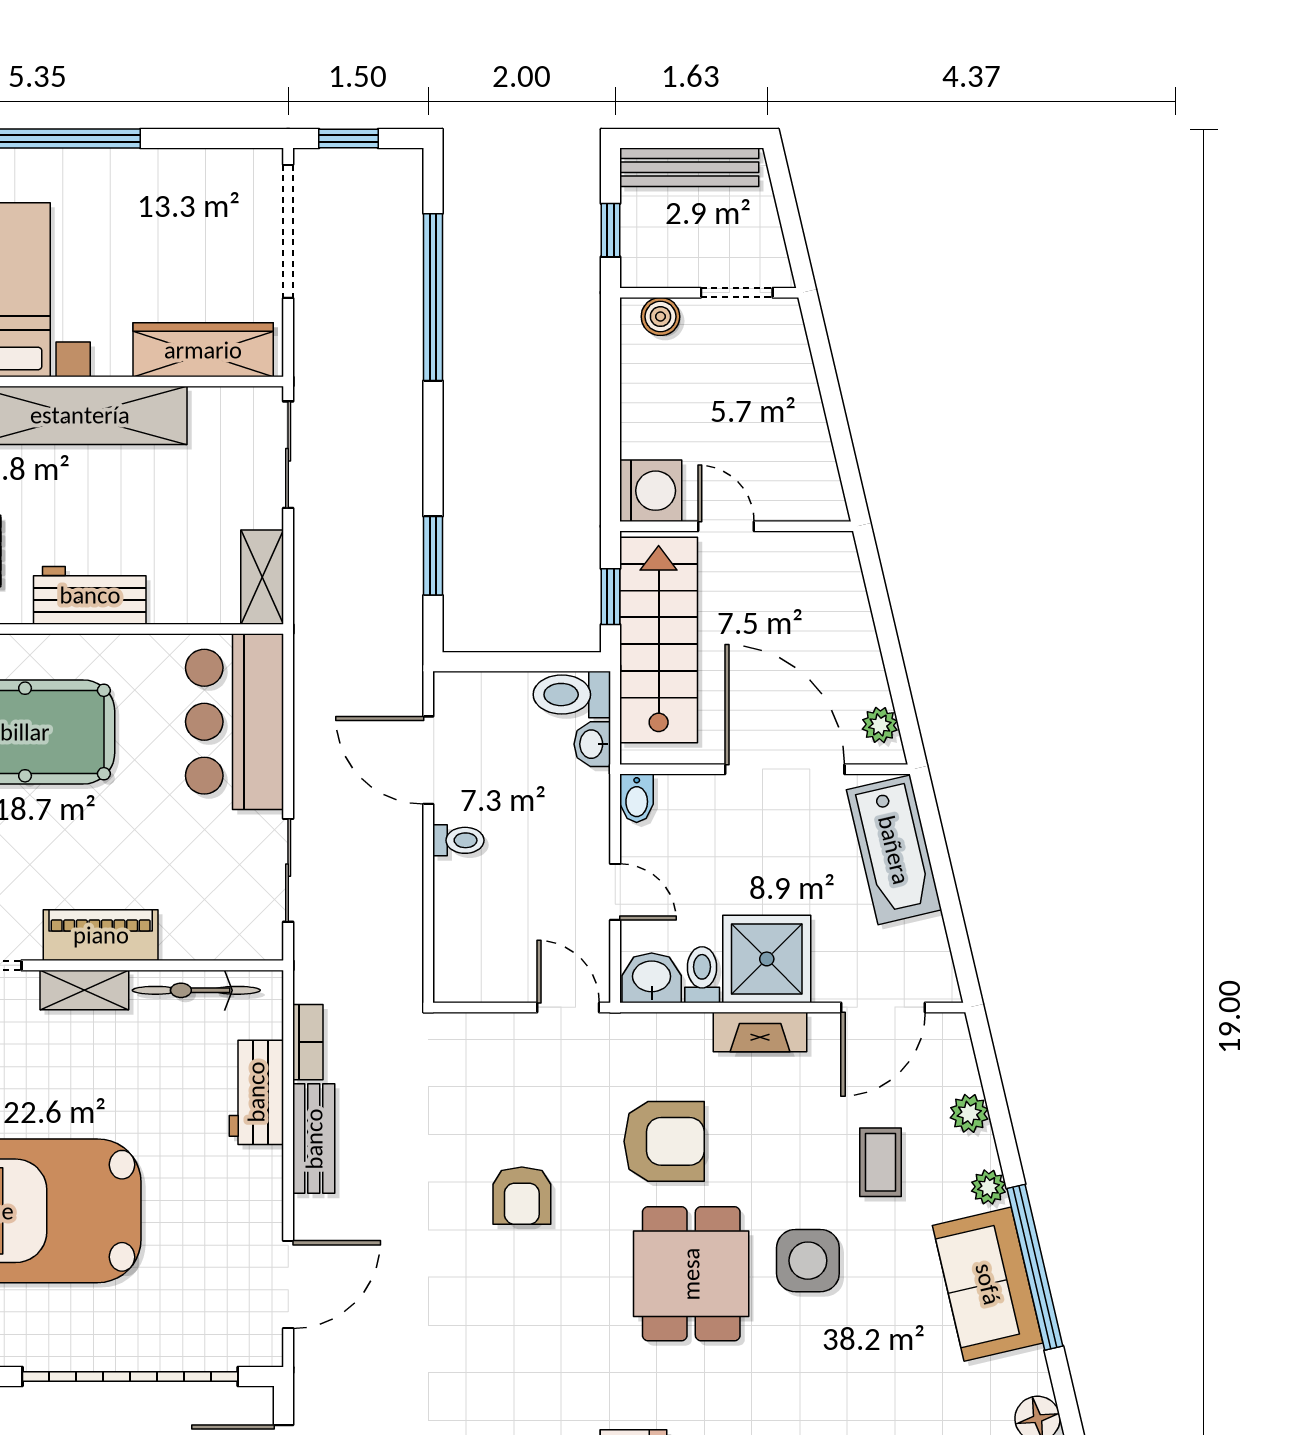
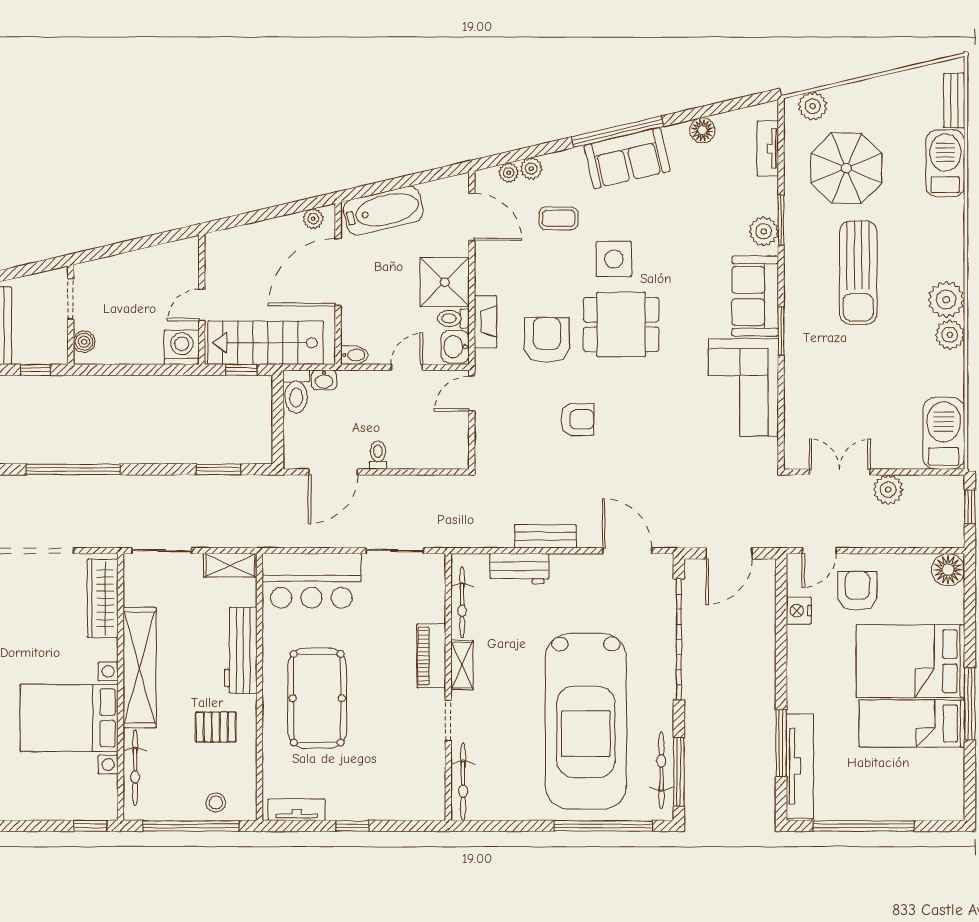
workbench: (90, 595) -> (241, 650), width x1.38
fireplace: (760, 1032) -> (486, 322), moved
bookcase: (308, 1042) -> (491, 540), removed
plant: (988, 1187) -> (509, 173), moved

